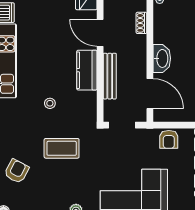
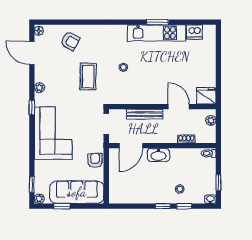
door: (100, 33) -> (179, 107), hinge flipped
kitchen counter: (87, 70) -> (149, 96), removed
armchair: (169, 139) -> (95, 160), turned 90

